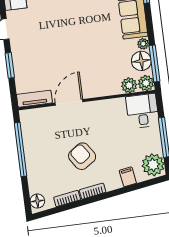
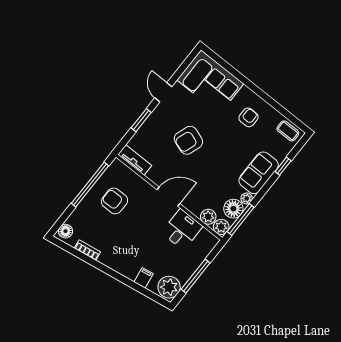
armchair: (59, 45) -> (188, 140), added
door: (69, 102) -> (168, 197), moved
desk: (142, 111) -> (182, 229), moved
armchair: (82, 156) -> (114, 201), moved, turned -56
bookcase: (93, 191) -> (110, 263), removed

